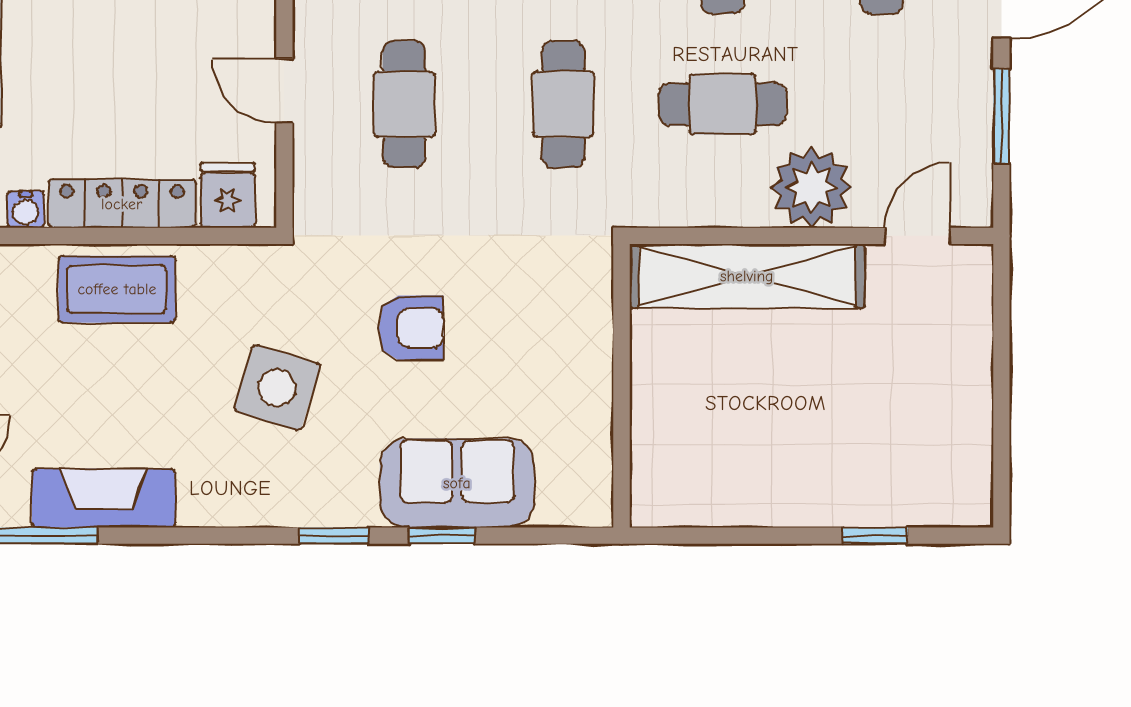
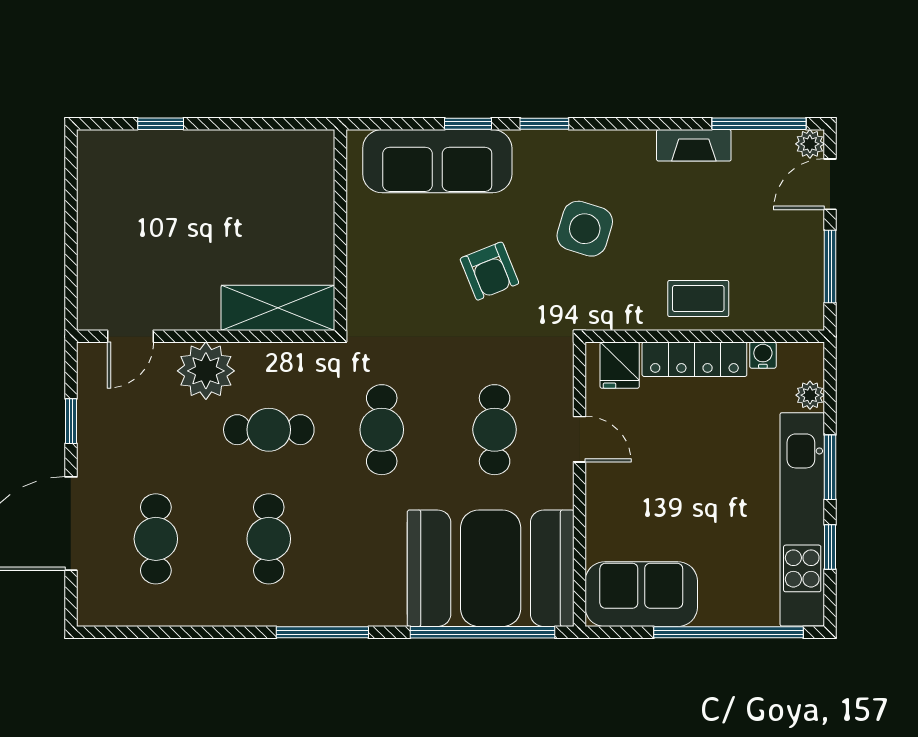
window: (1001, 116) -> (71, 421), width x0.67
shelving: (747, 276) -> (278, 308), width x0.68
coffee table: (117, 289) -> (698, 298), width x0.73, depth x0.77
armchair: (411, 328) -> (489, 271), turned -112
sofa: (457, 483) -> (437, 161), width x1.36
fireplace: (104, 498) -> (694, 145), width x0.73, depth x0.76

